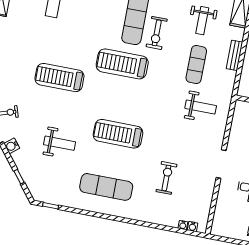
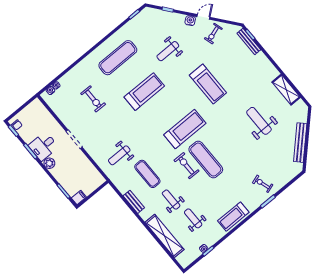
treadmill: (59, 78) -> (208, 84), turned 90

